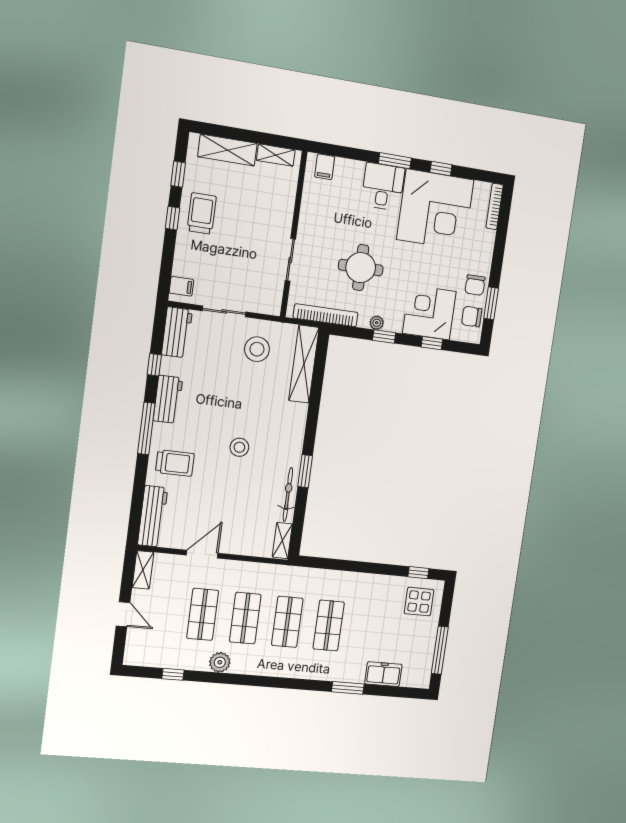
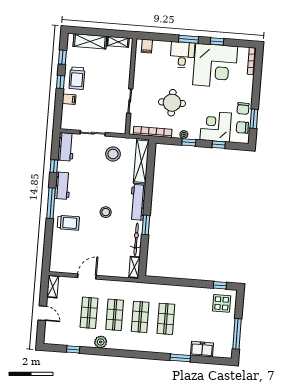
trolley: (202, 213) -> (77, 78), turned 180
filing cabinet: (181, 286) -> (69, 99), moved
workbench: (153, 516) -> (138, 202), moved, turned 180

